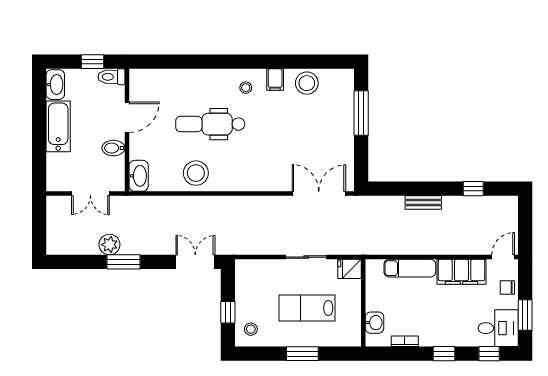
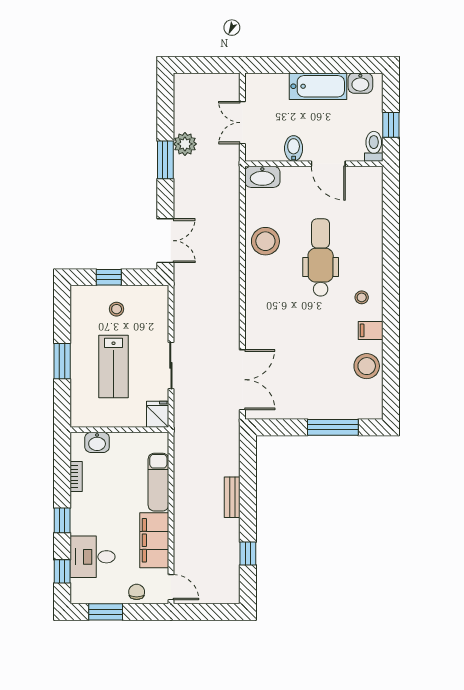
washbasin: (55, 85) -> (360, 83), width x0.72
lab bench: (307, 308) -> (114, 366), turned 180
desk: (498, 328) -> (93, 557), moved, turned 90
stool: (251, 329) -> (117, 309), moved

